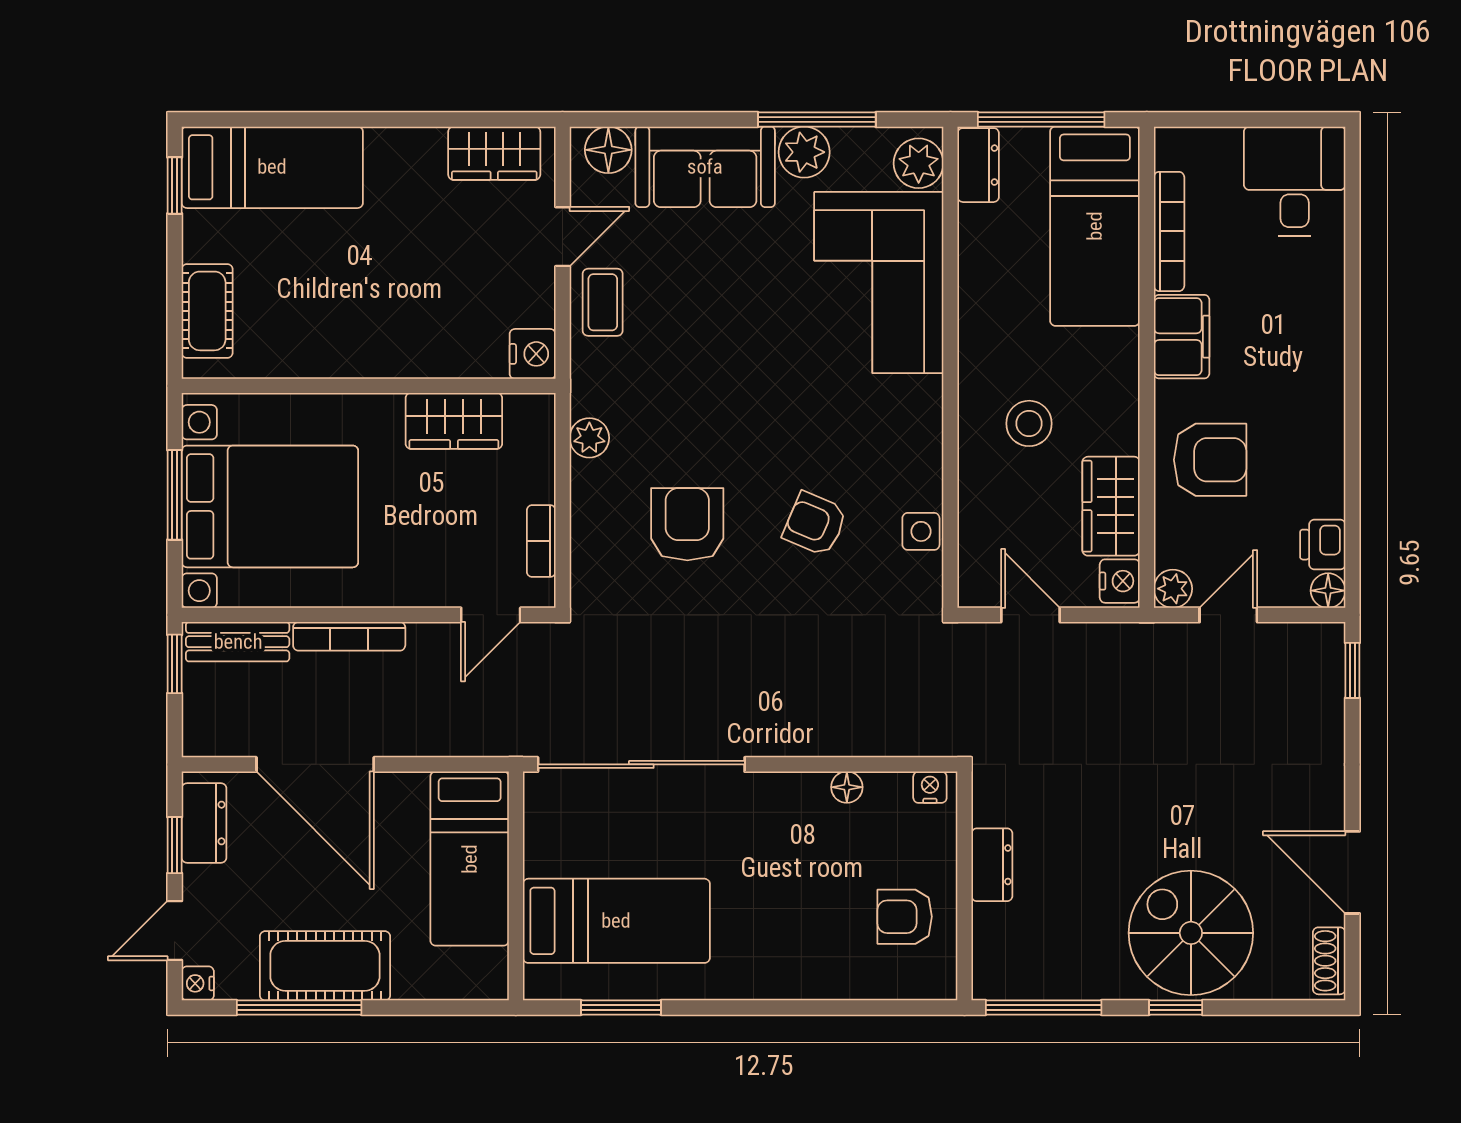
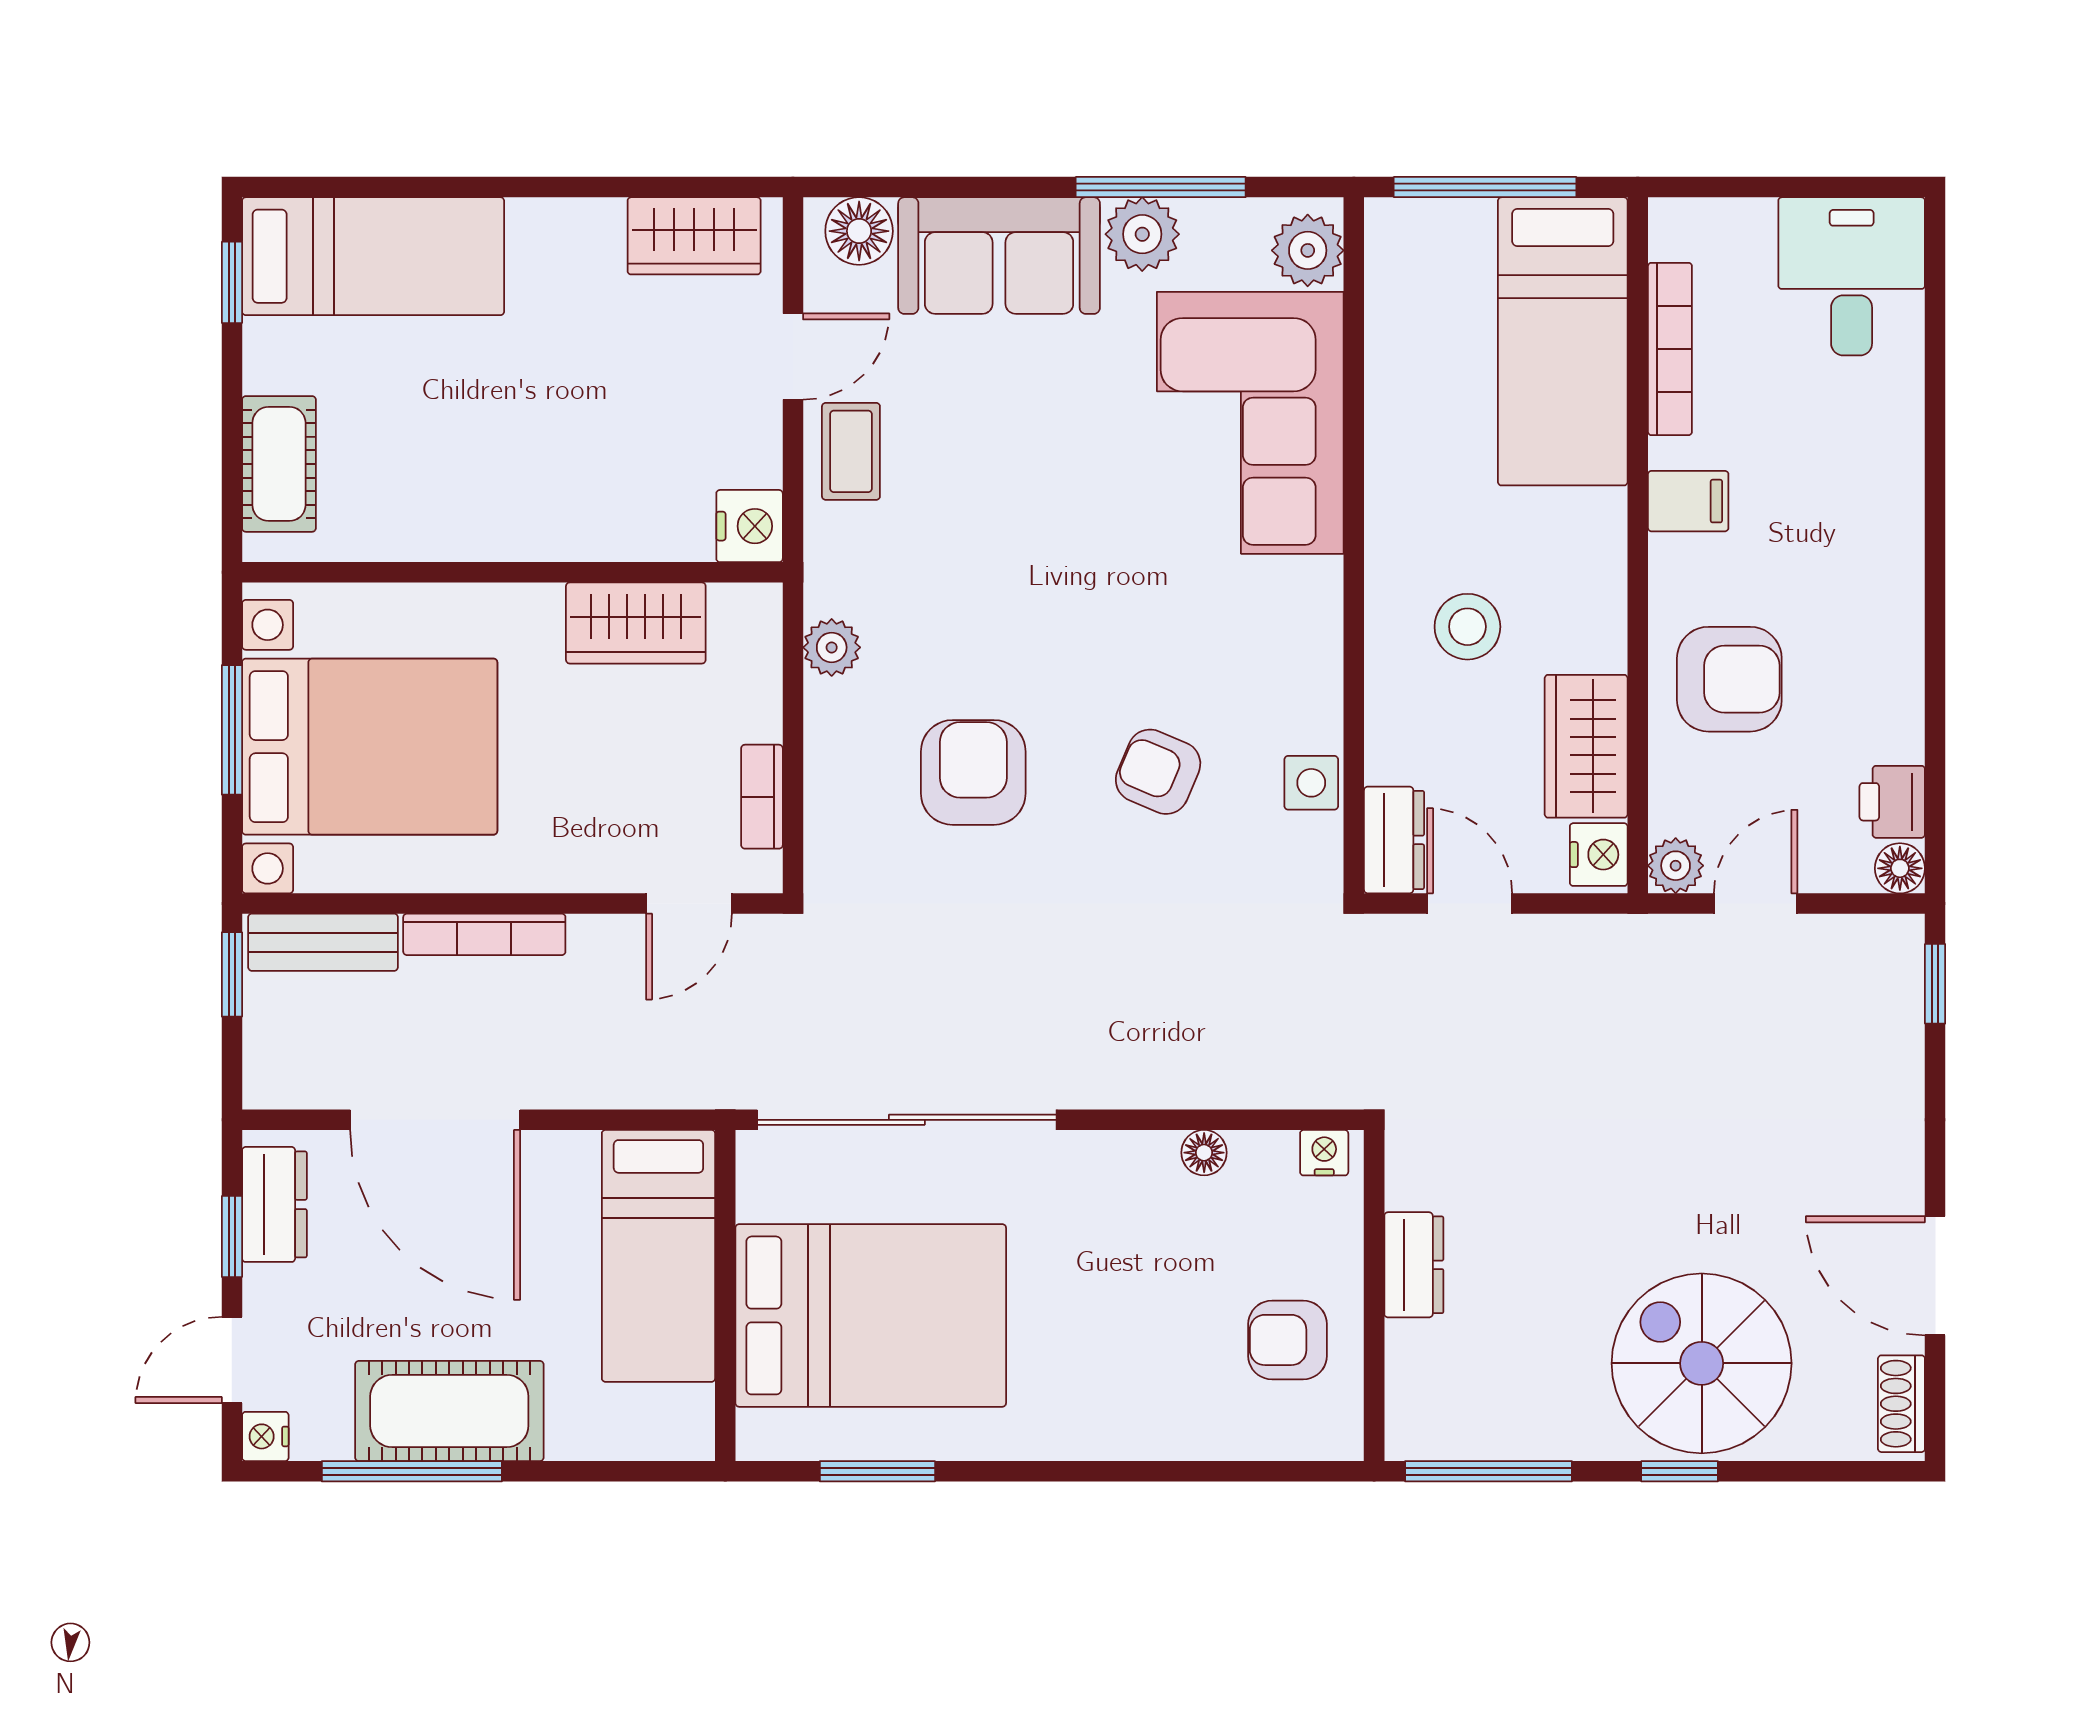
dresser: (978, 165) -> (1394, 840), moved
filing cabinet: (1182, 337) -> (1688, 501), width x0.50
bed: (616, 921) -> (871, 1315), width x1.50

